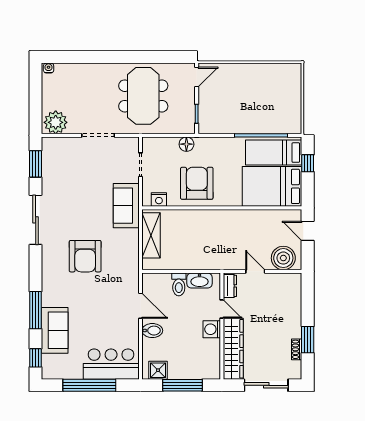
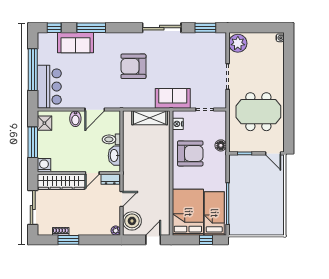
plant: (296, 279) -> (116, 231), added
washing machine: (212, 329) -> (44, 165), moved

